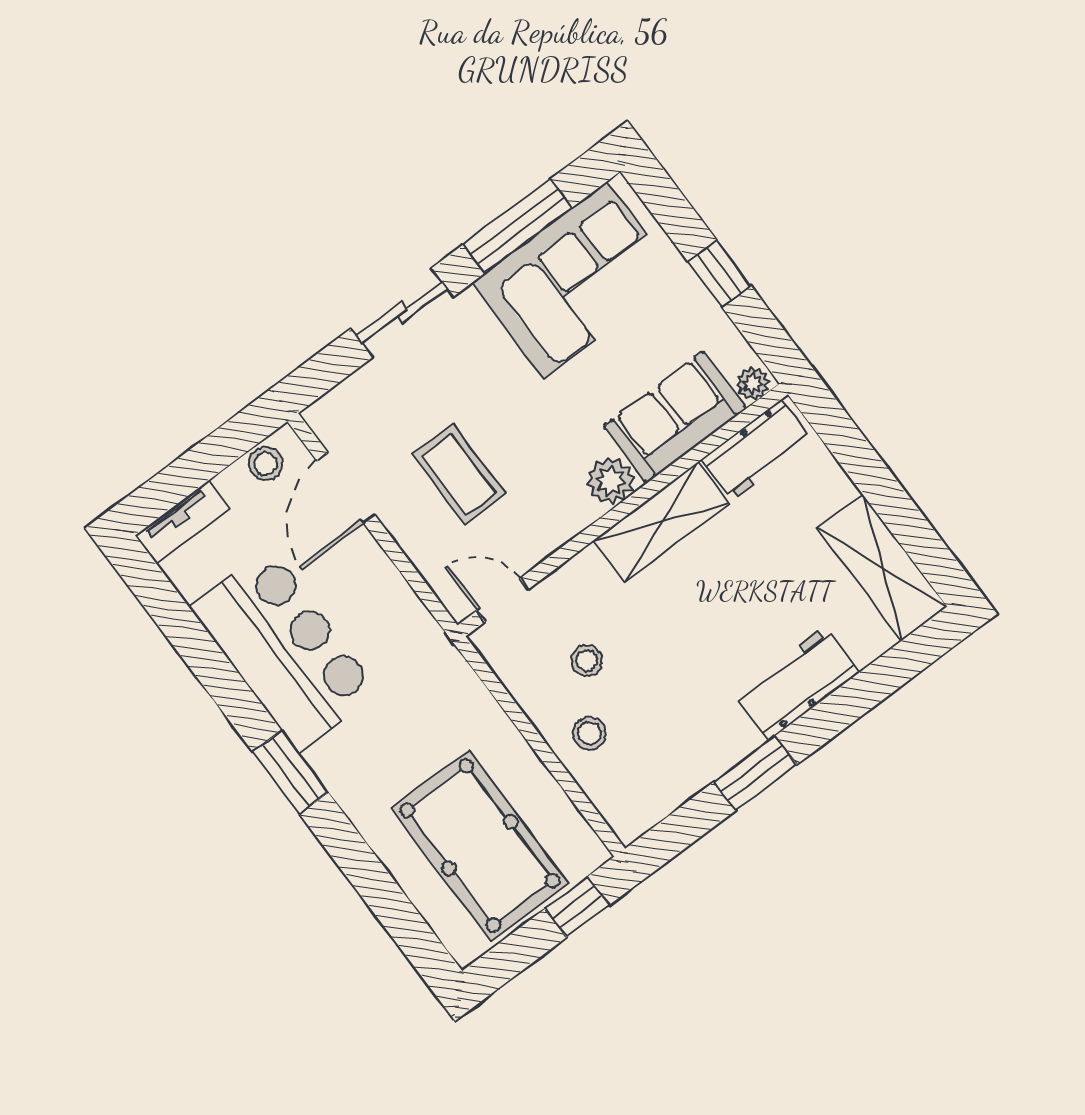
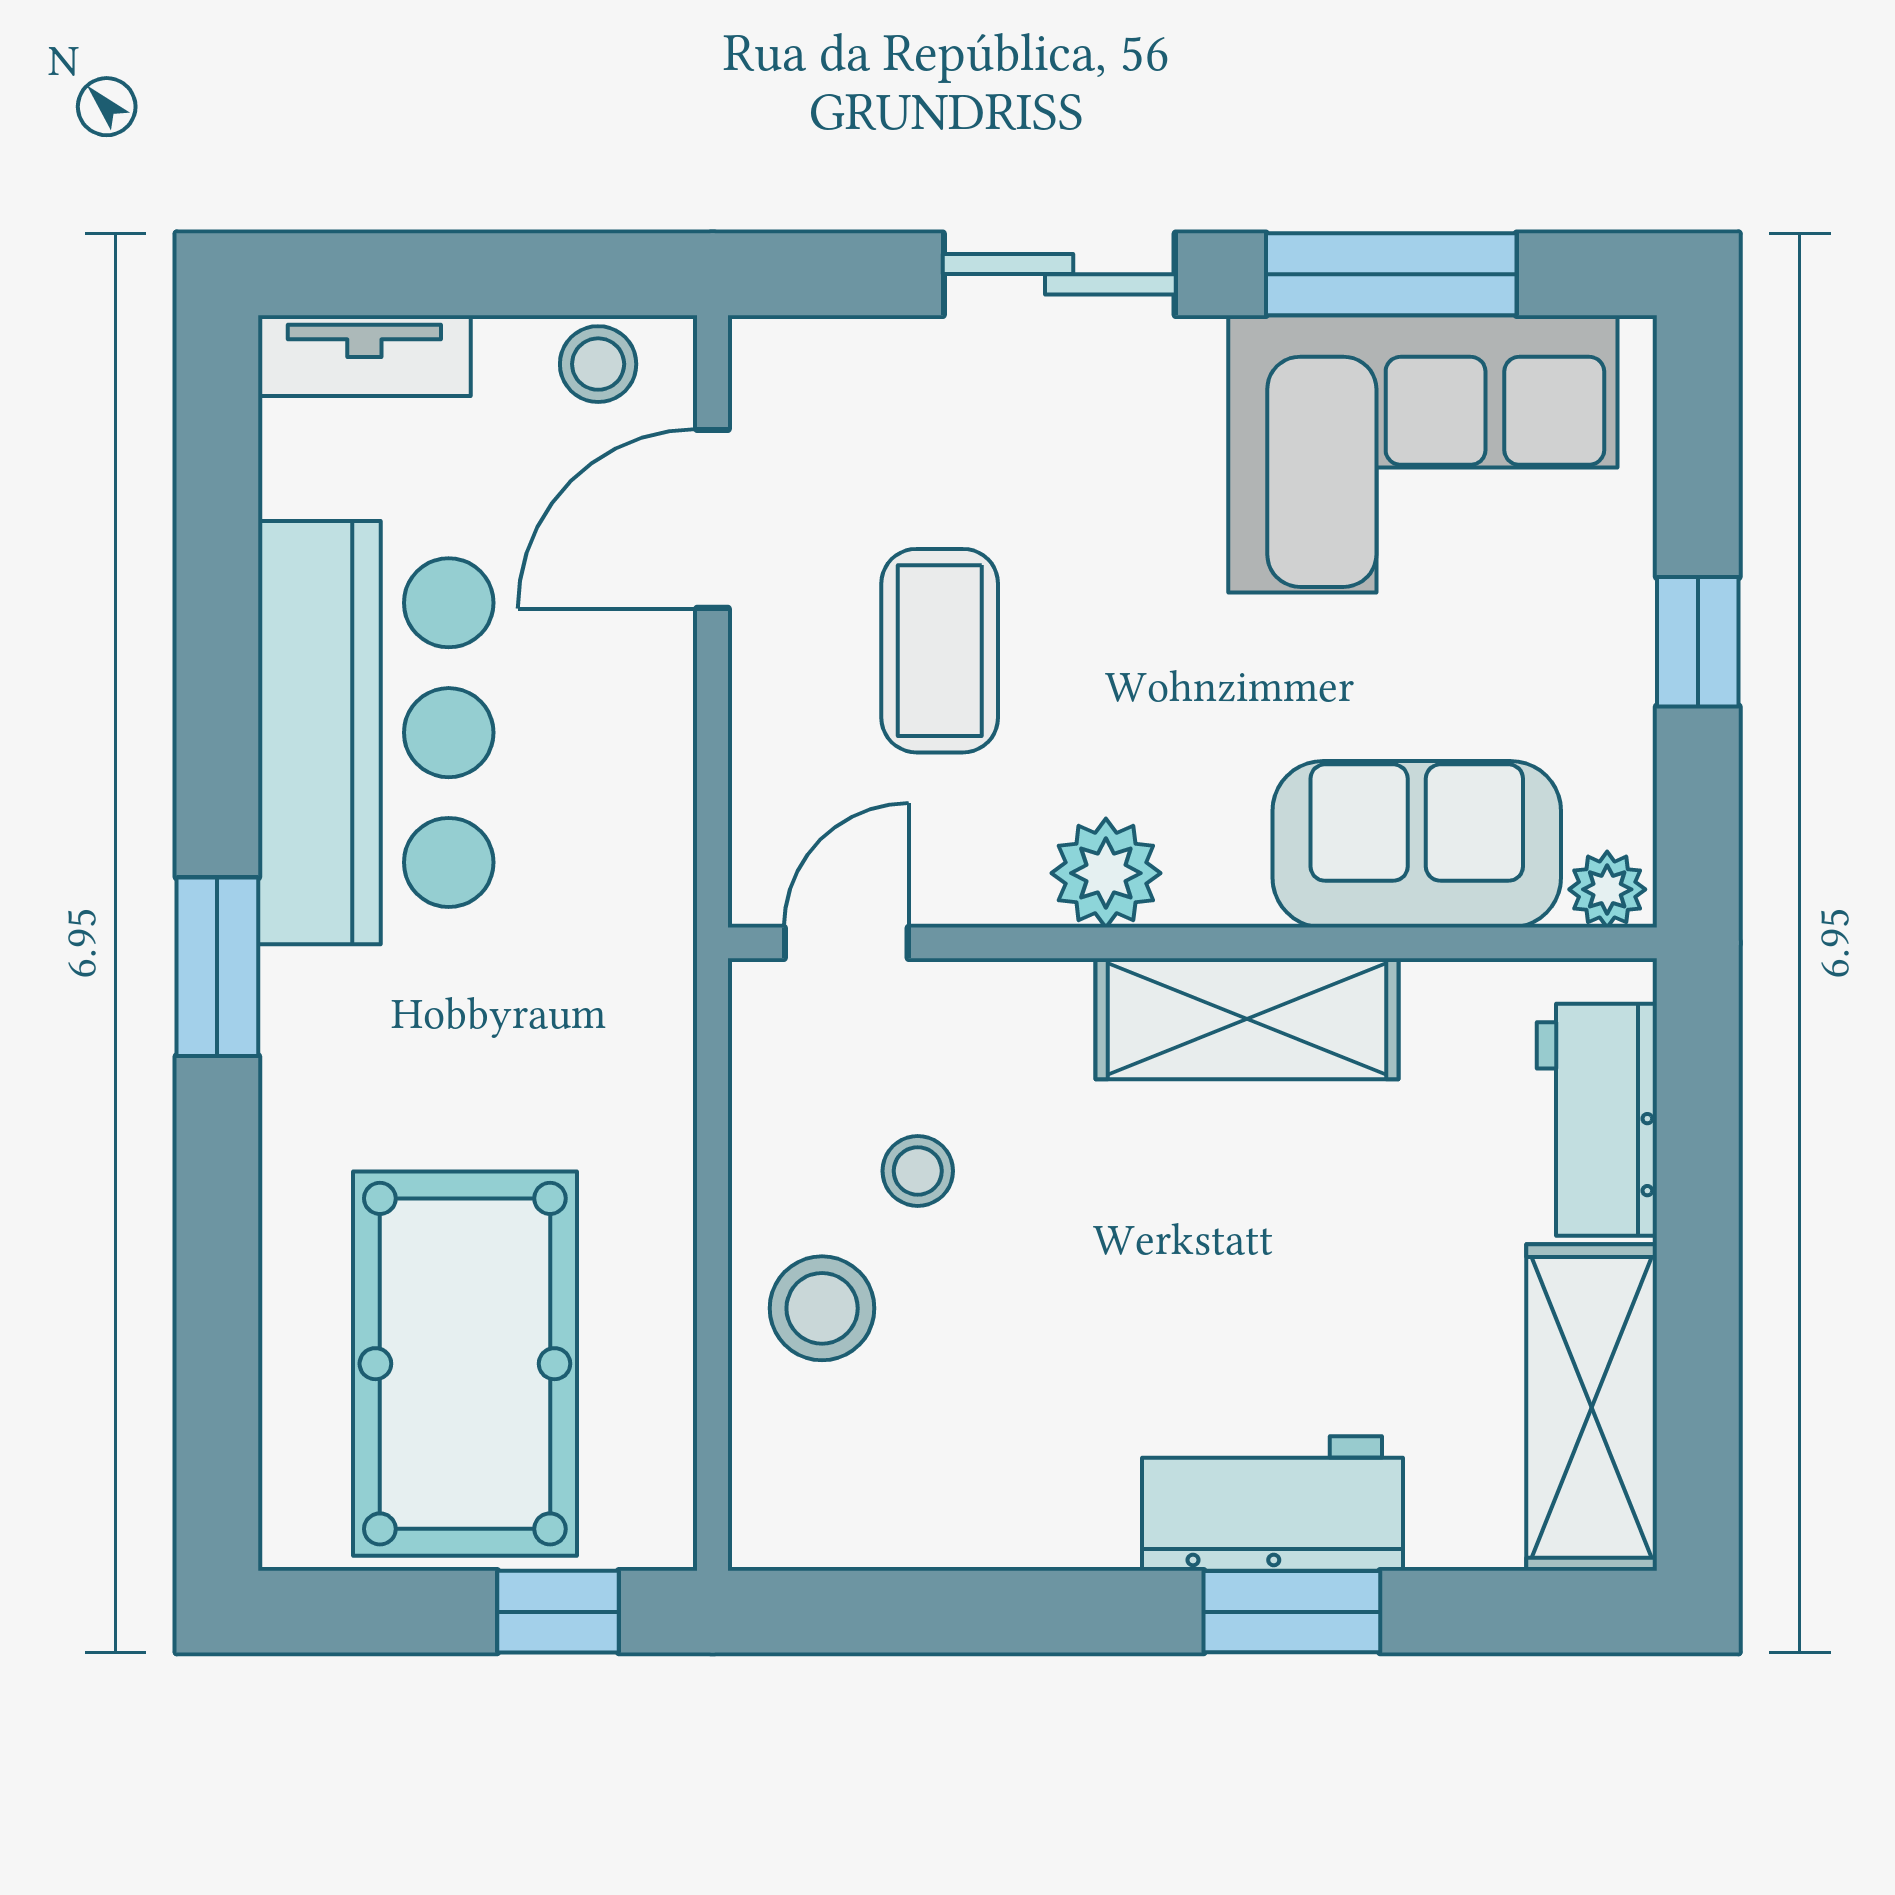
workbench: (757, 450) -> (1597, 1120), moved, turned 90
plant: (610, 481) -> (1106, 873), moved
door: (503, 600) -> (846, 943), hinge flipped
stool: (589, 733) -> (822, 1308), width x1.37, depth x1.37
window: (755, 773) -> (1292, 1612), moved

